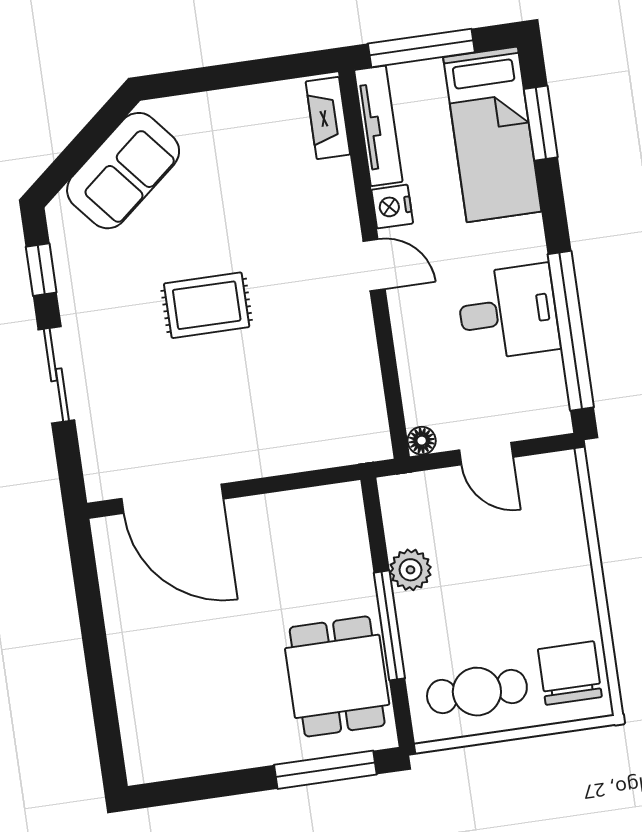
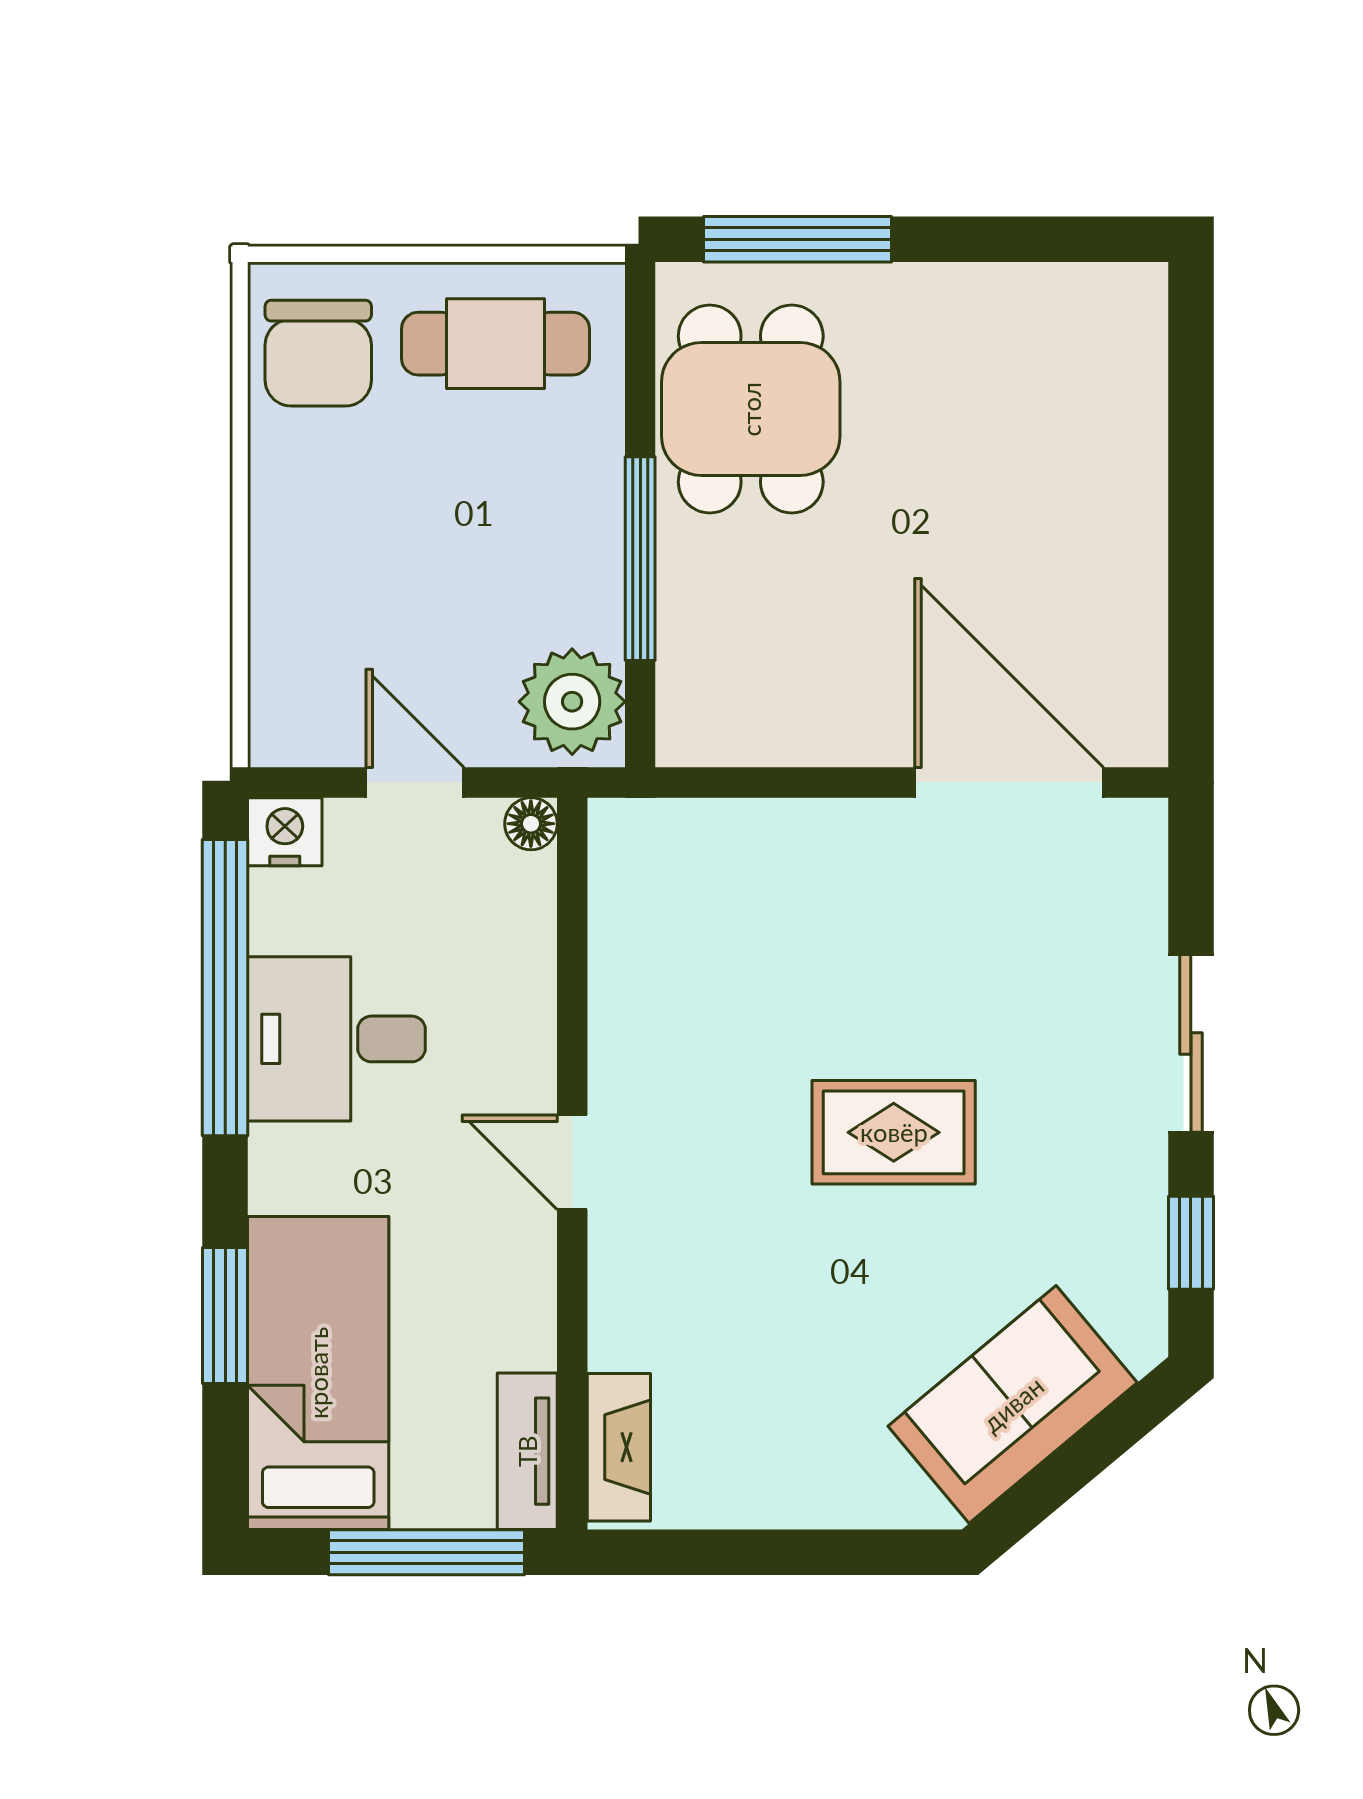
window: (541, 123) -> (225, 1315), moved
tv unit: (378, 126) -> (527, 1451), width x0.71
nightstand: (392, 207) -> (285, 832), moved, turned -90
plant: (410, 570) -> (572, 702), moved, width x1.36, depth x1.36
window: (389, 625) -> (640, 559), moved

